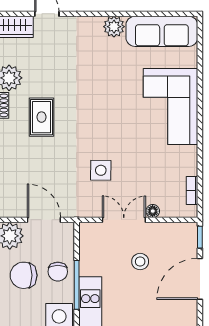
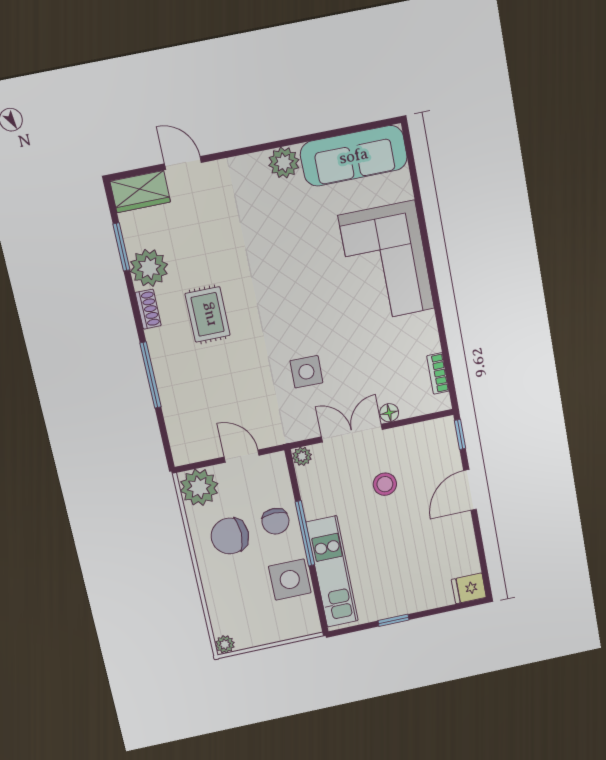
door: (44, 220) -> (242, 456), width x0.73
plant: (86, 229) -> (302, 456), added
door: (200, 279) -> (470, 490), width x0.73

